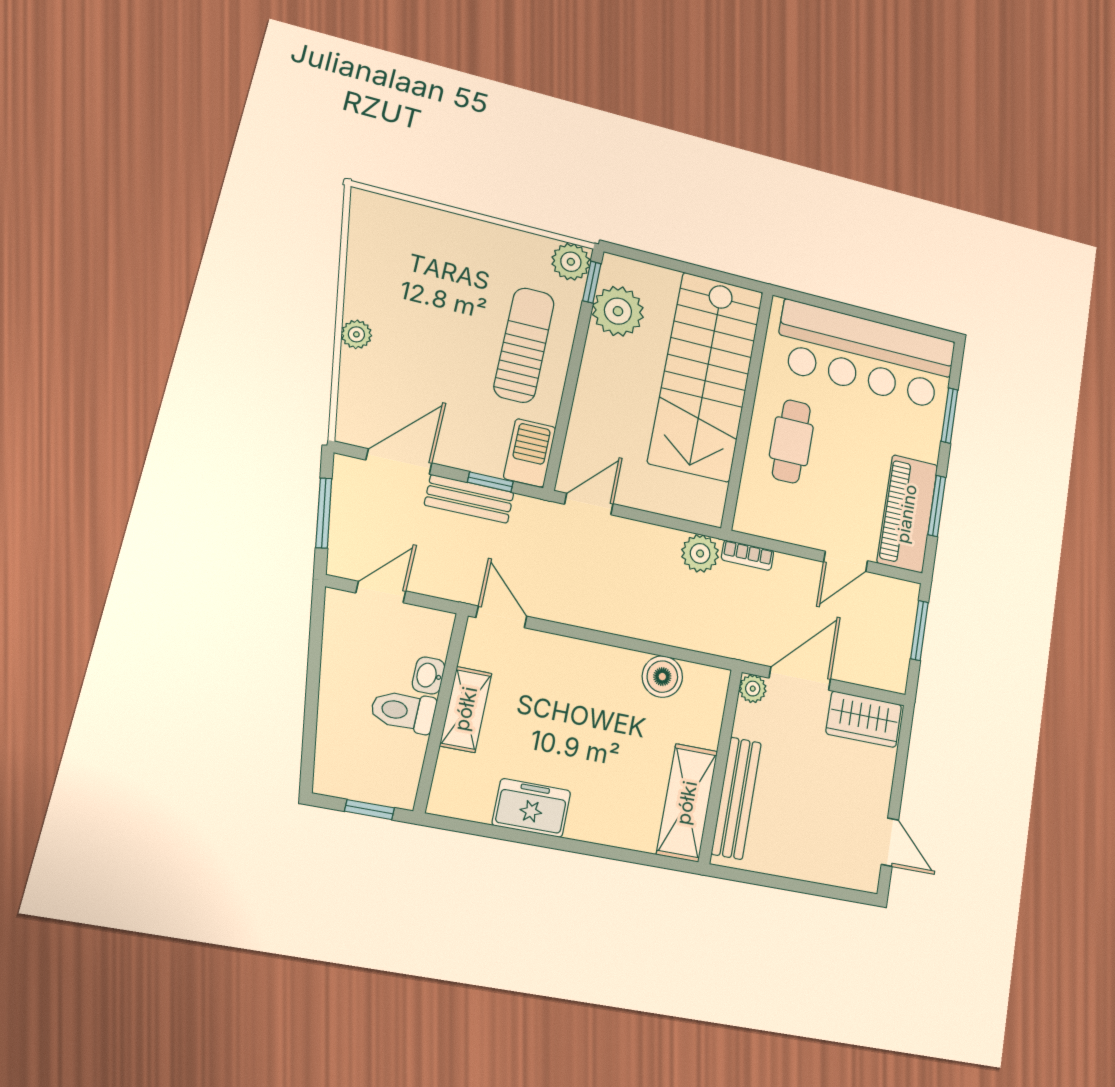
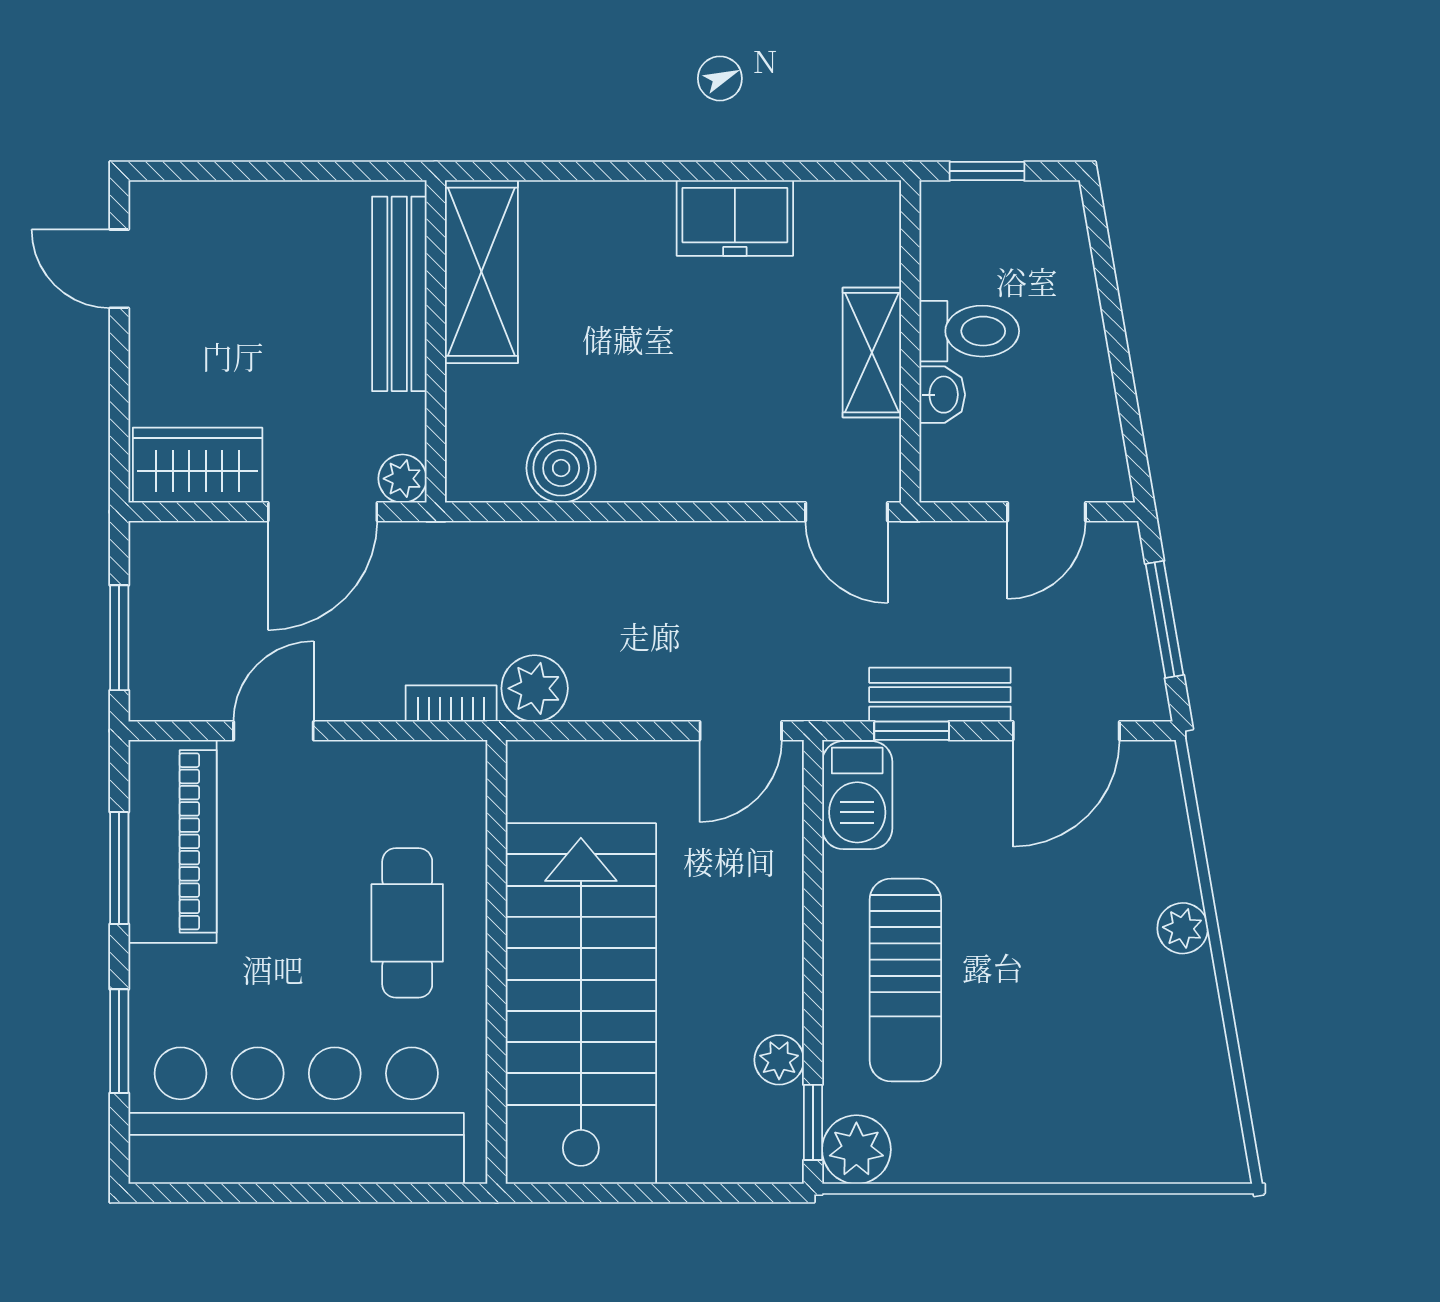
plant: (618, 311) -> (779, 1060), width x0.53, depth x0.53

